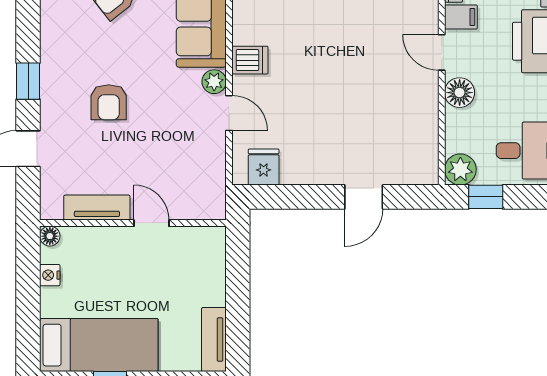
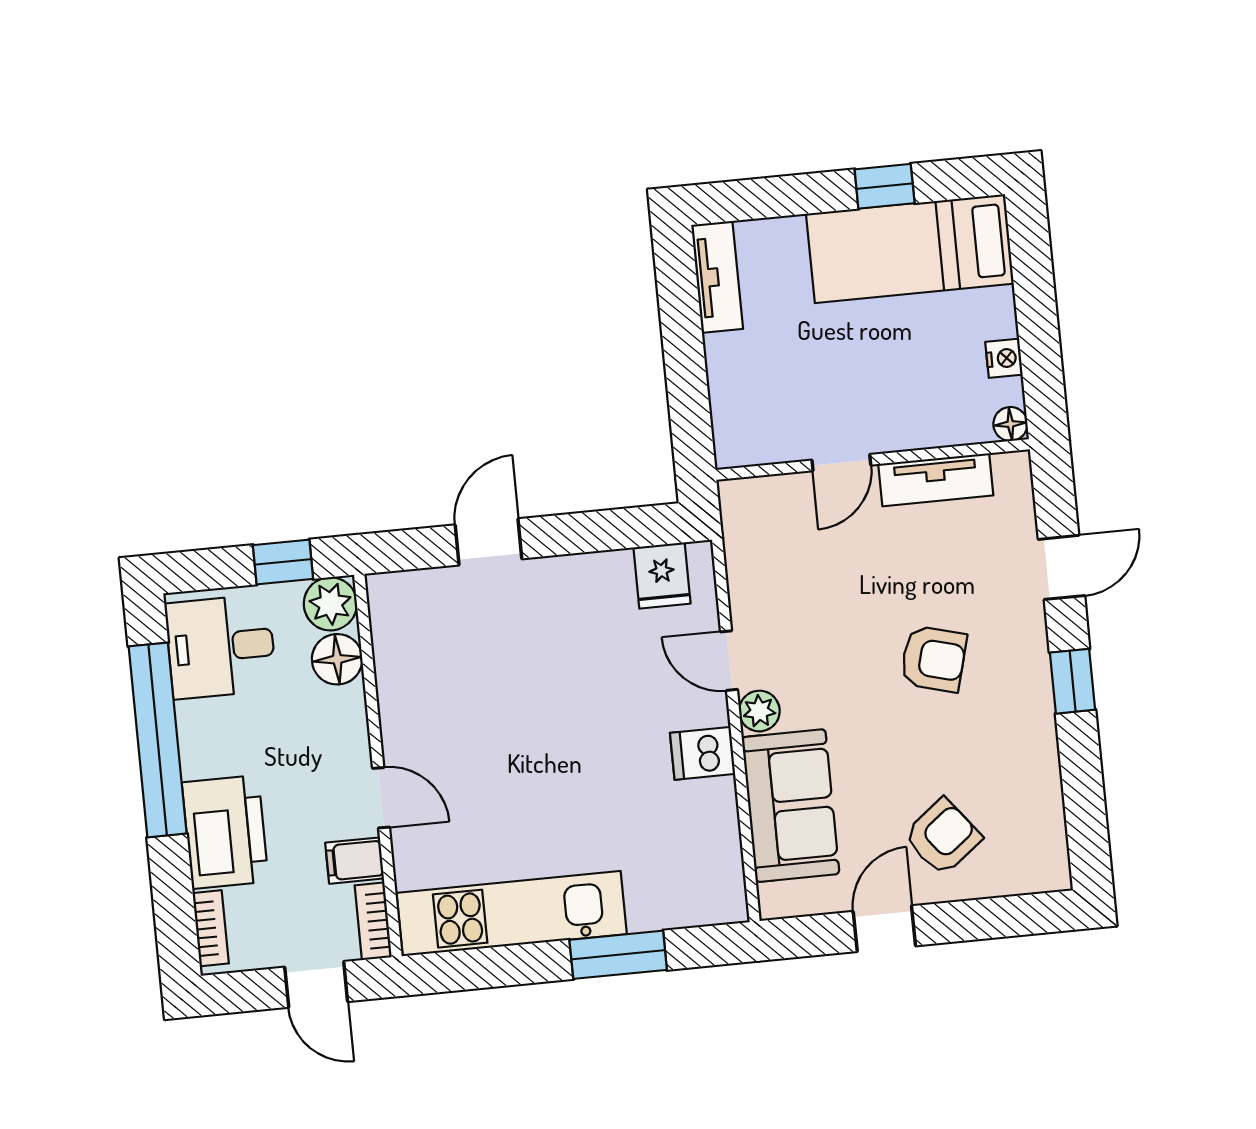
floor lamp: (460, 93) -> (337, 659), moved
armchair: (109, 102) -> (933, 659), turned 105
door: (151, 223) -> (841, 463), hinge flipped

